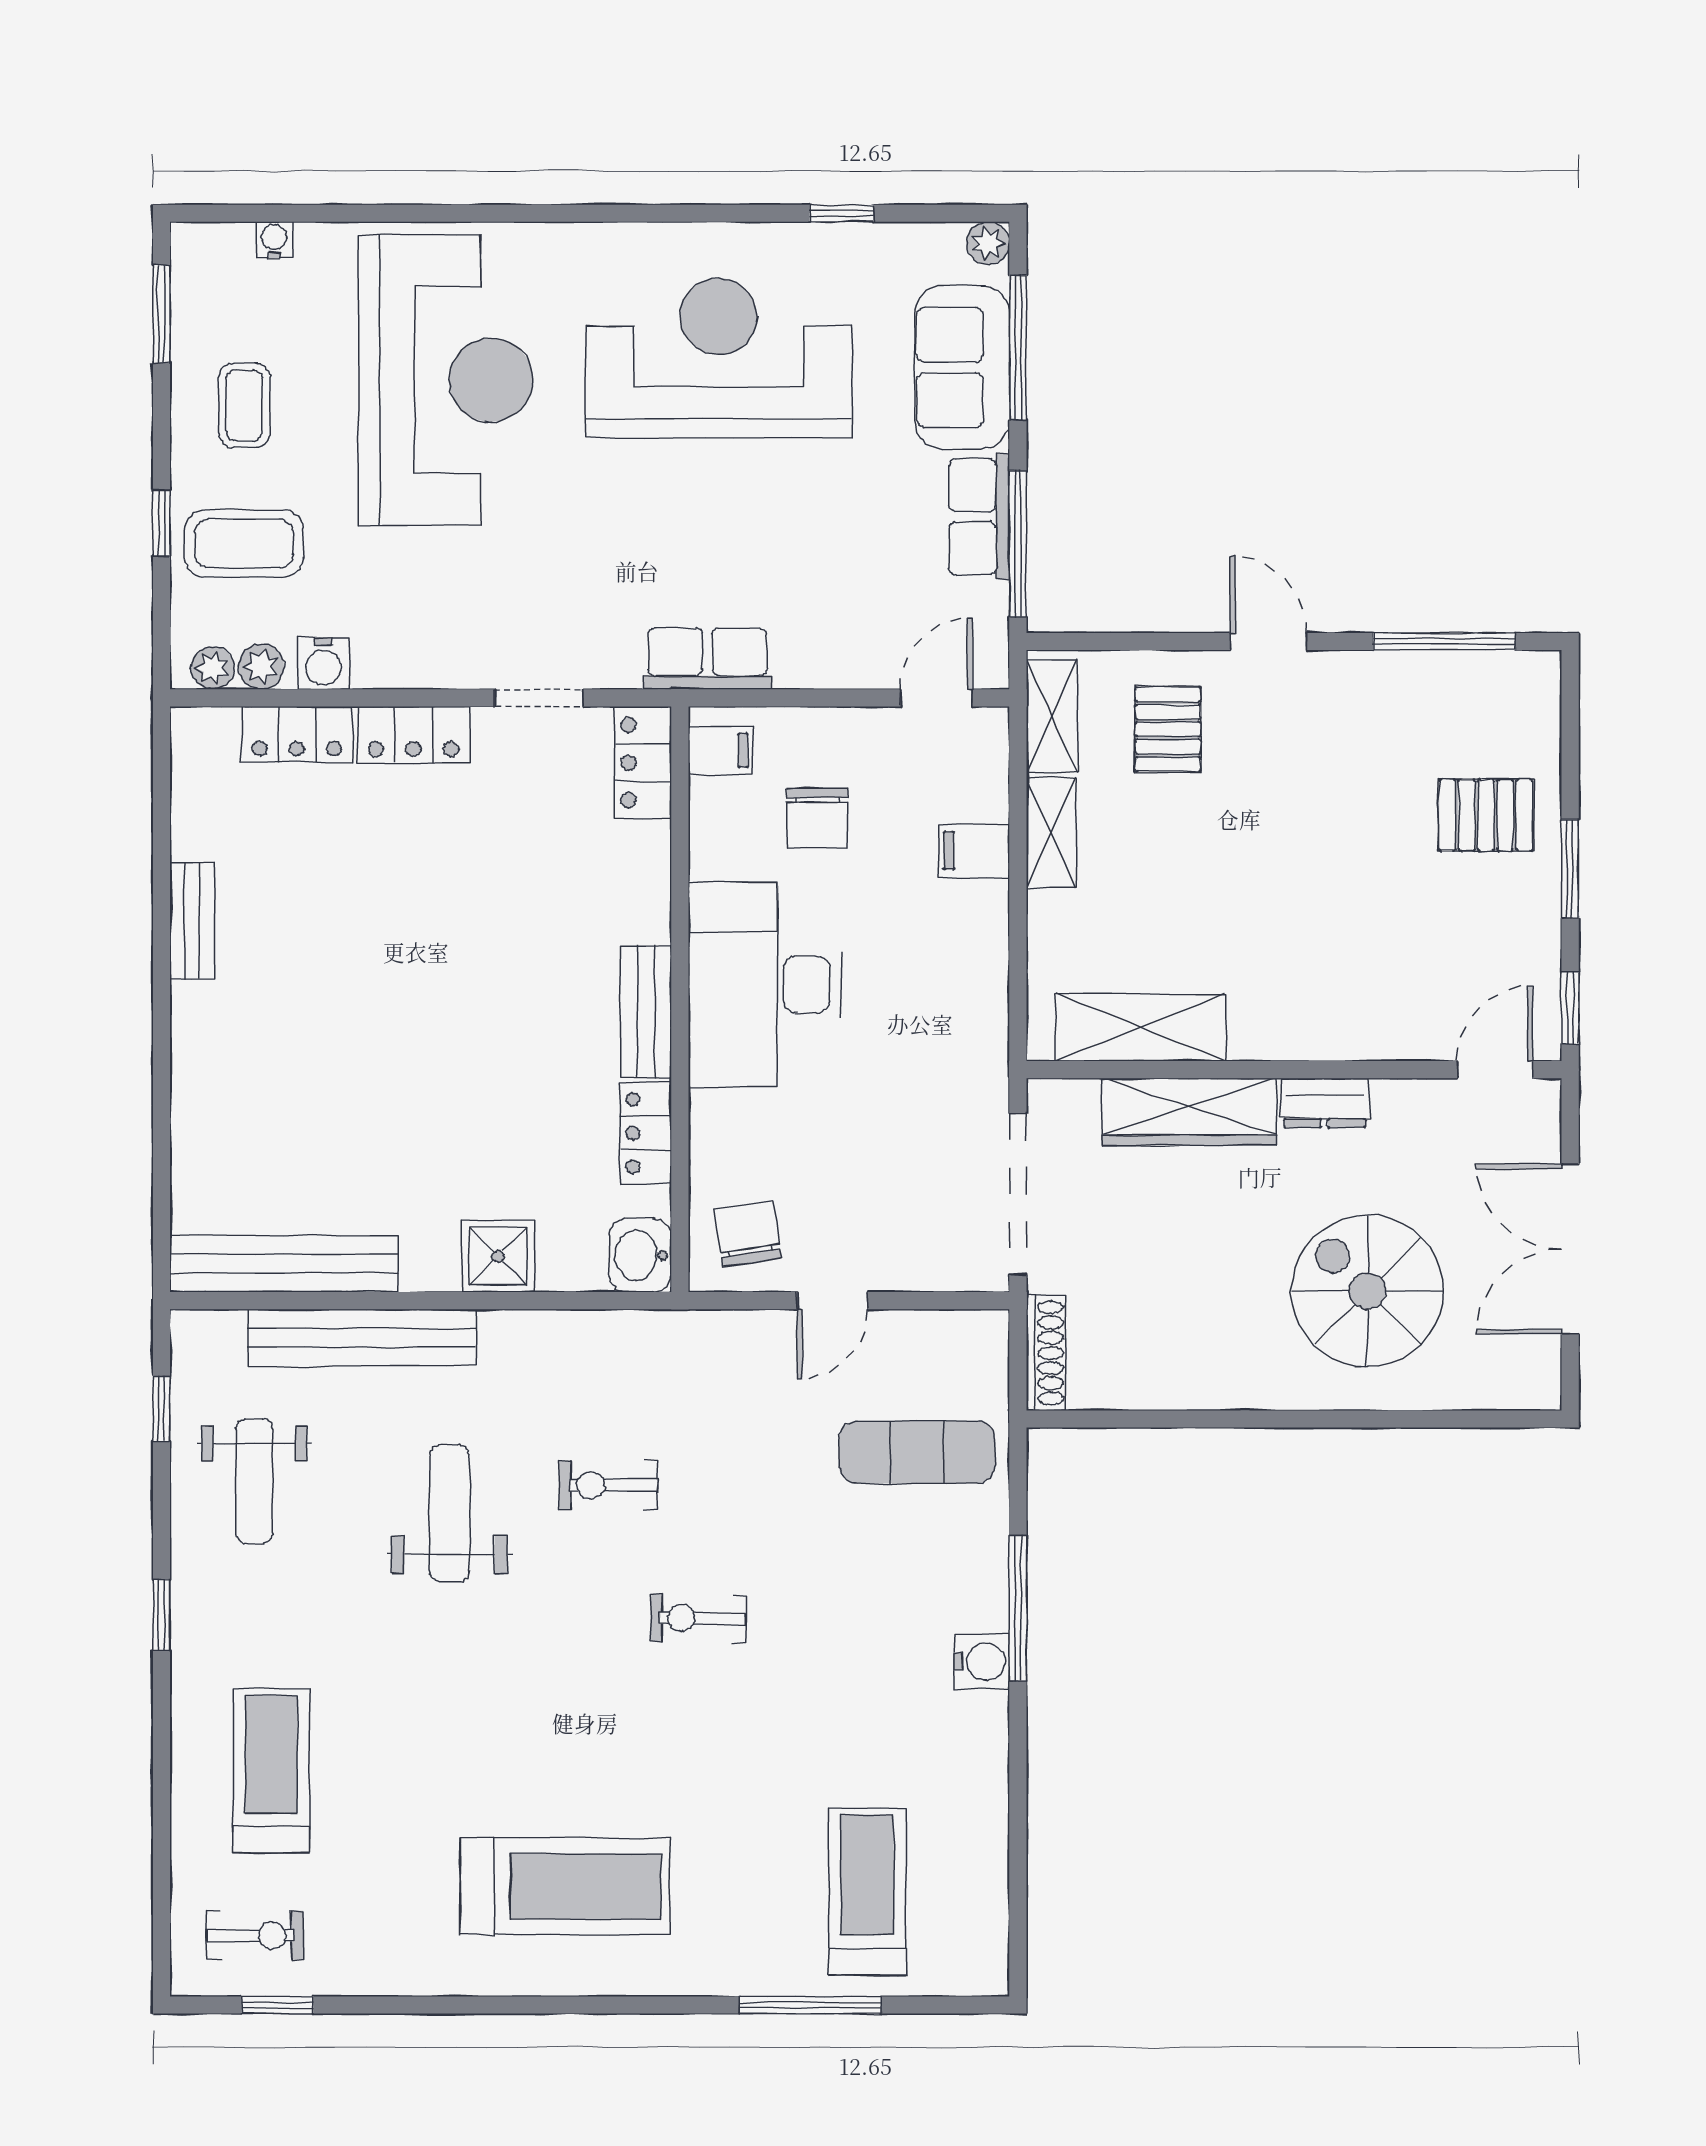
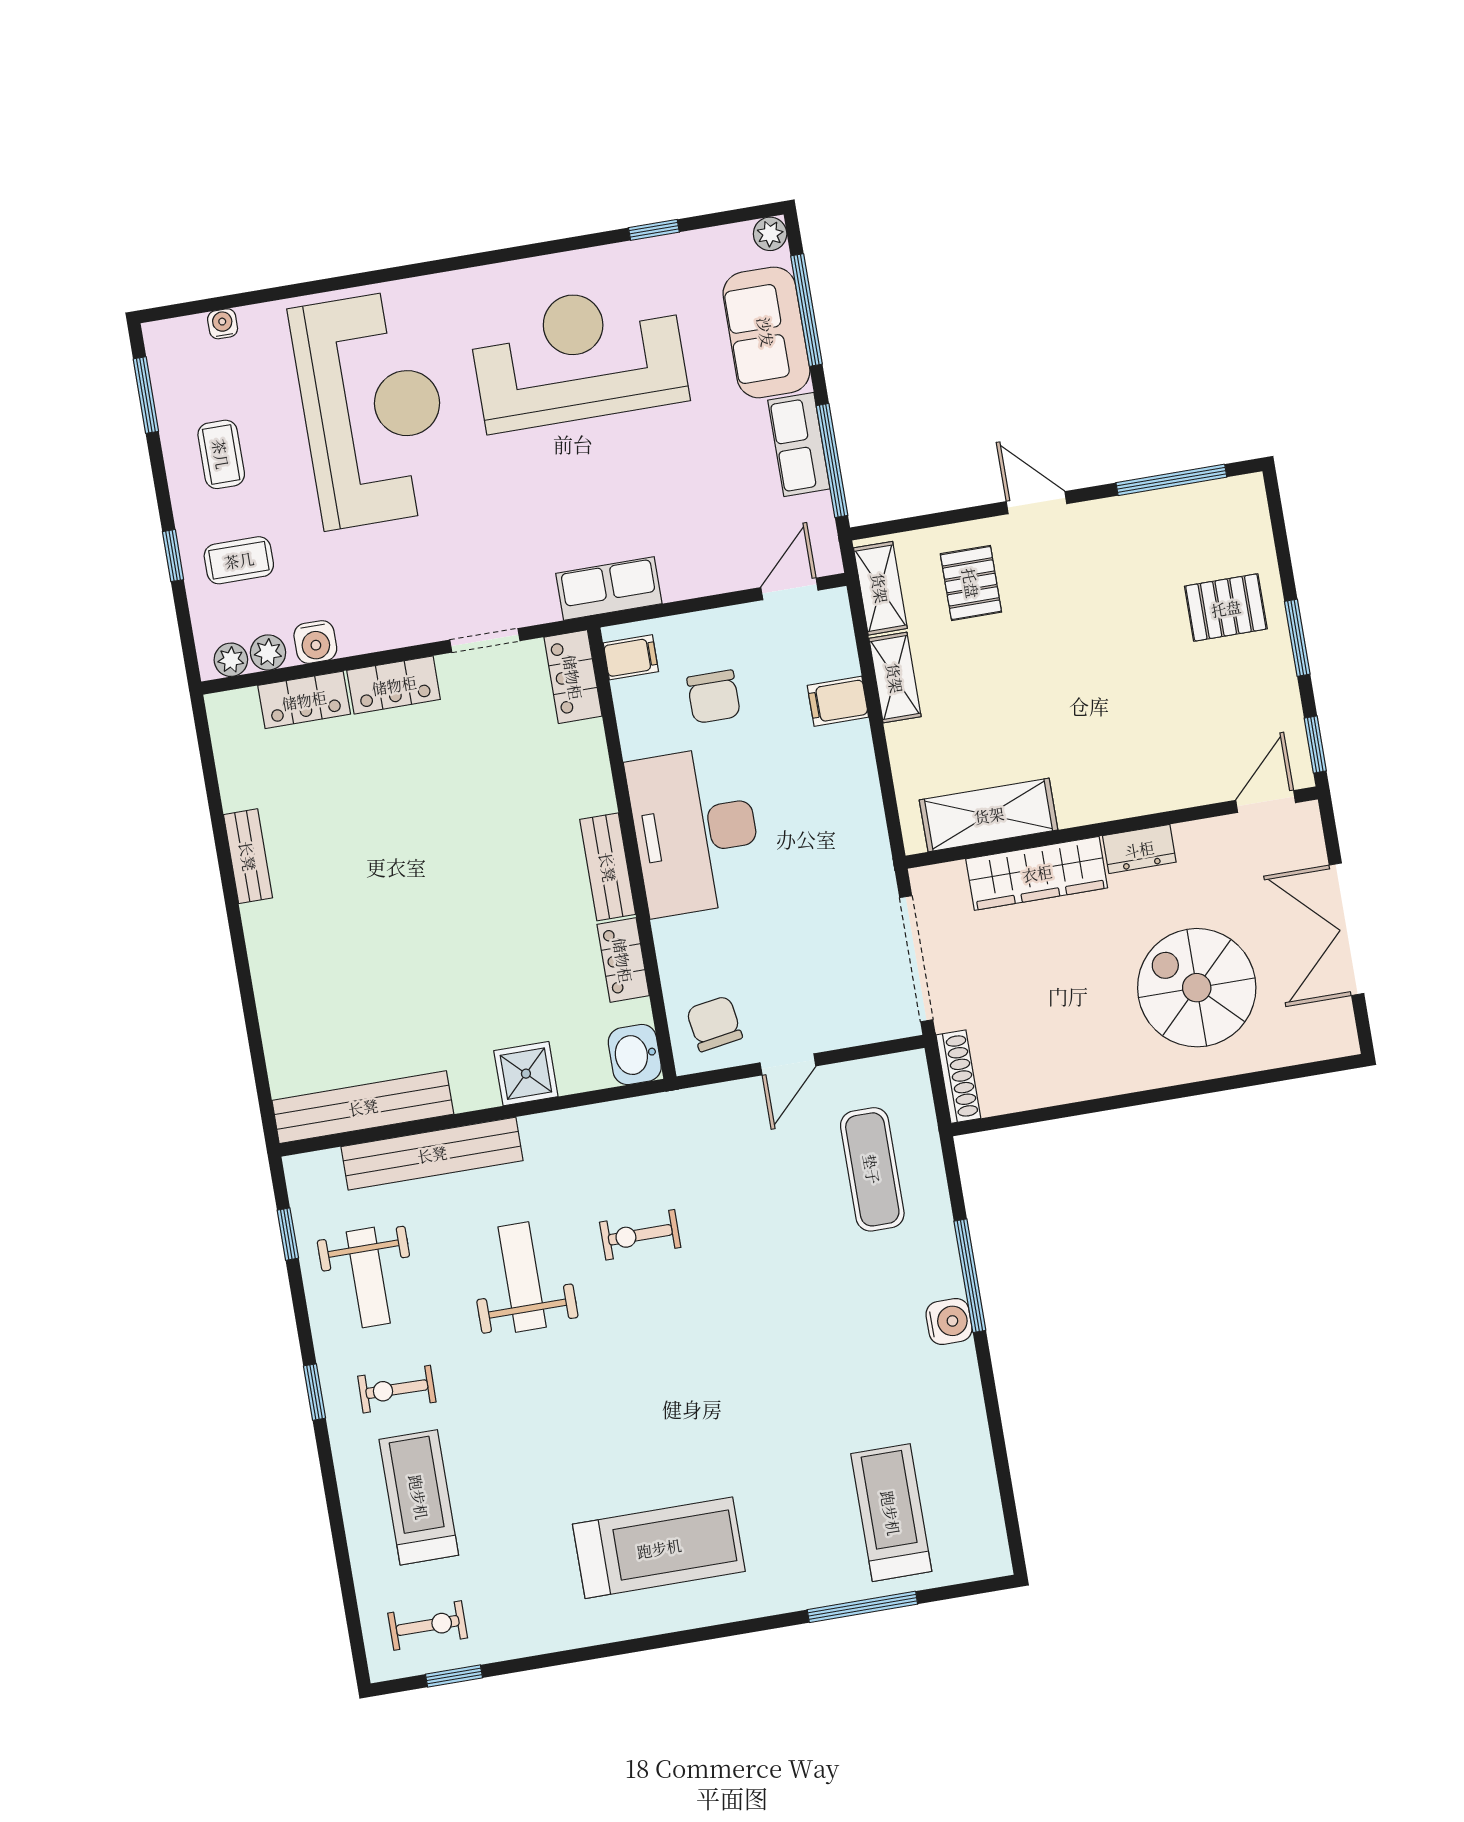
coffee table: (244, 543) -> (239, 560), width x0.73, depth x0.77
exercise mat: (917, 1452) -> (872, 1169), turned 90
exercise bike: (698, 1618) -> (397, 1389), moved

